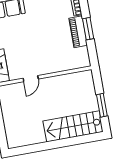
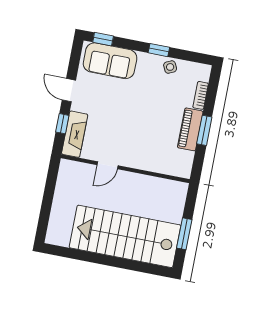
stairs: (73, 126) -> (125, 236), width x1.36, depth x1.51

